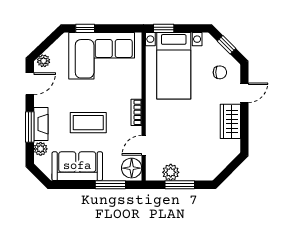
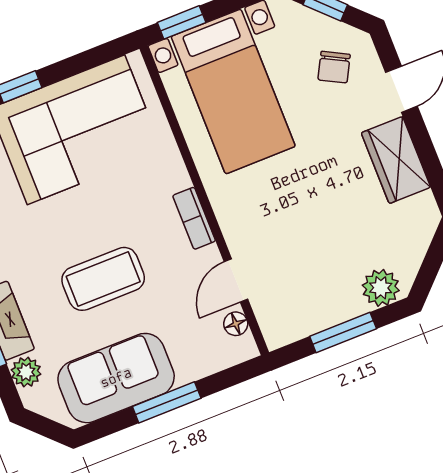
chair: (220, 72) -> (334, 67), turned 118
floor lamp: (132, 168) -> (236, 324), width x0.53, depth x0.53
plant: (171, 172) -> (381, 288), moved
window: (110, 185) -> (167, 402), moved

